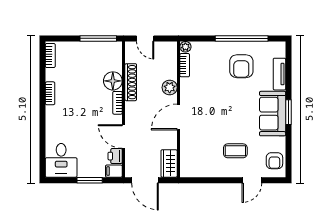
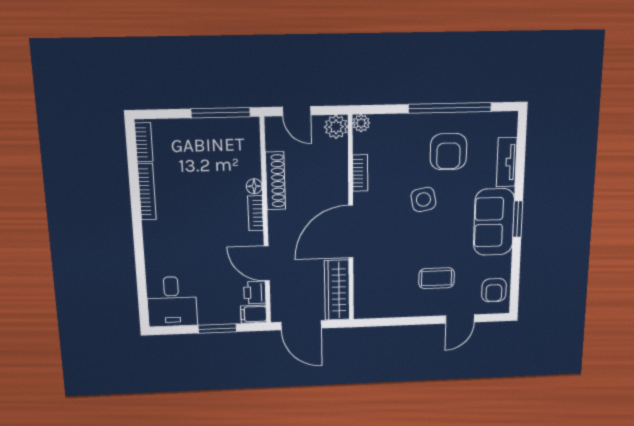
bookcase: (185, 65) -> (360, 173), moved
floor lamp: (113, 81) -> (254, 186), width x0.53, depth x0.53
plant: (170, 87) -> (336, 127), moved
bookcase: (50, 93) -> (147, 192), width x1.56
side table: (226, 97) -> (423, 199), added
door: (179, 117) -> (351, 232), width x1.36
wardrobe: (169, 163) -> (337, 290), width x1.50

